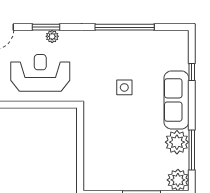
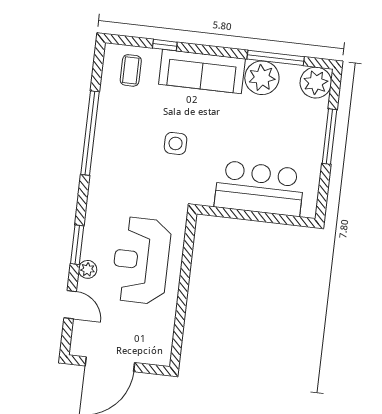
plant: (52, 36) -> (88, 269), moved
coffee table: (171, 50) -> (131, 70), added
bar counter: (100, 149) -> (259, 188), added

